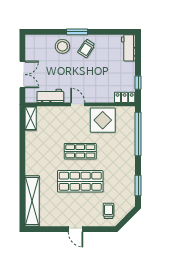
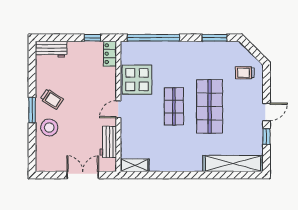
window: (55, 229) -> (266, 137), added

